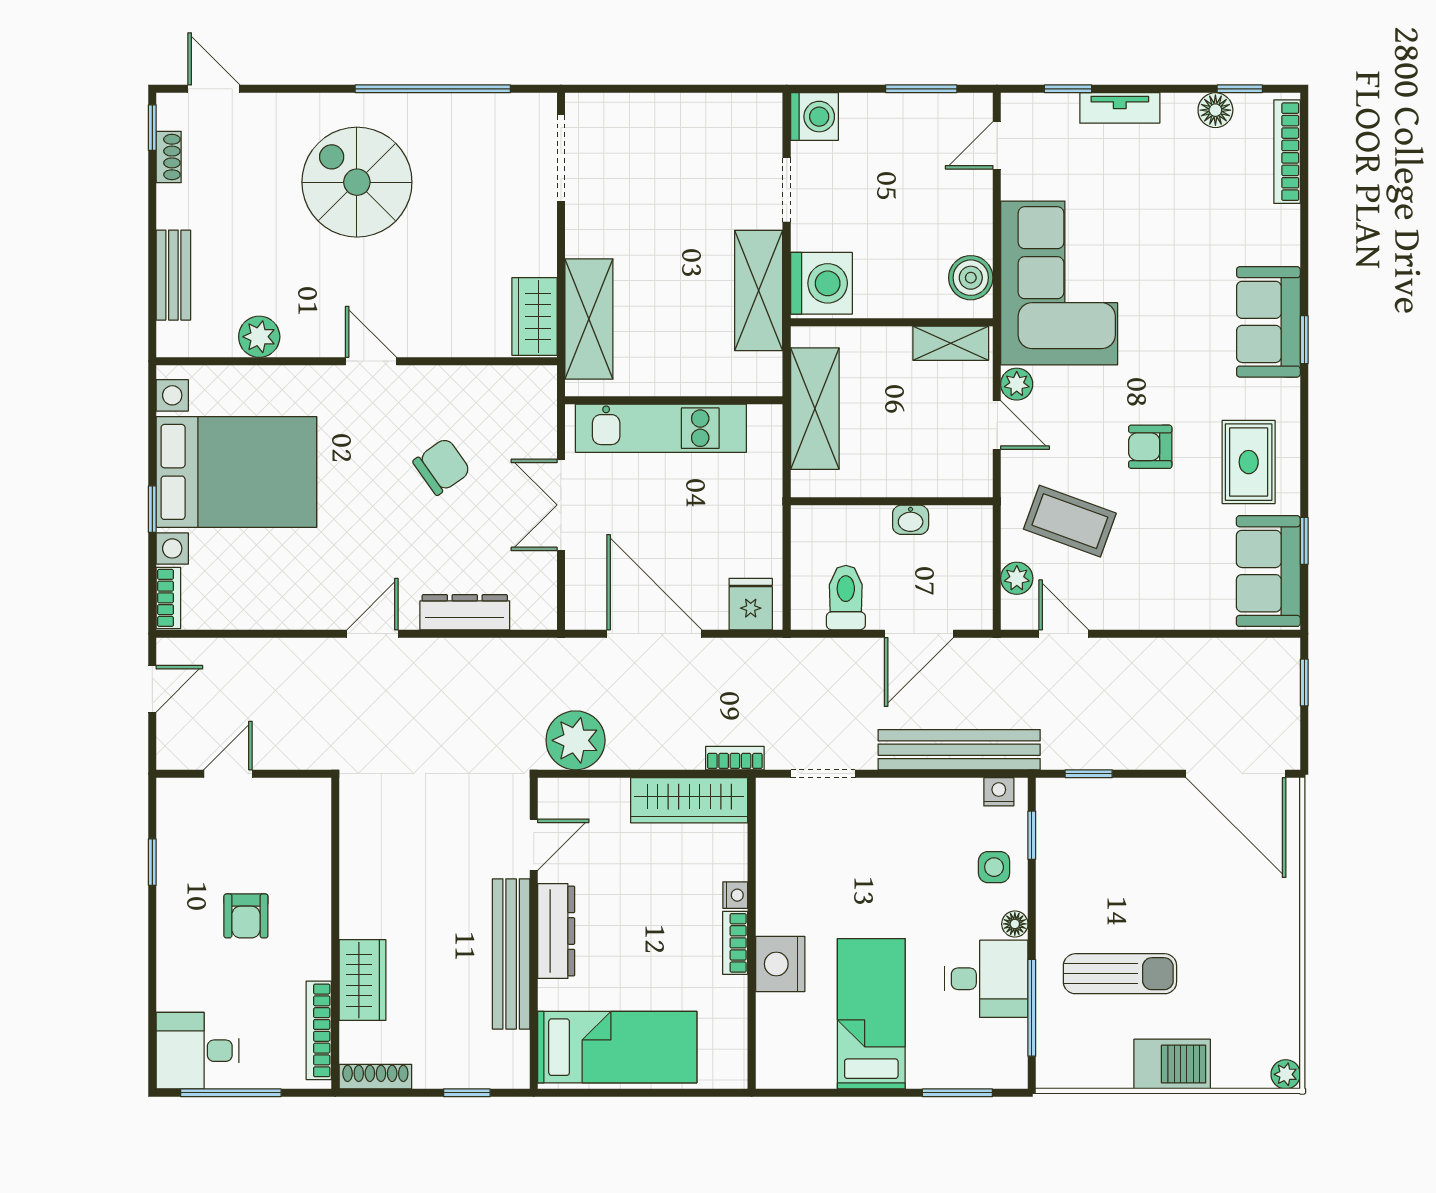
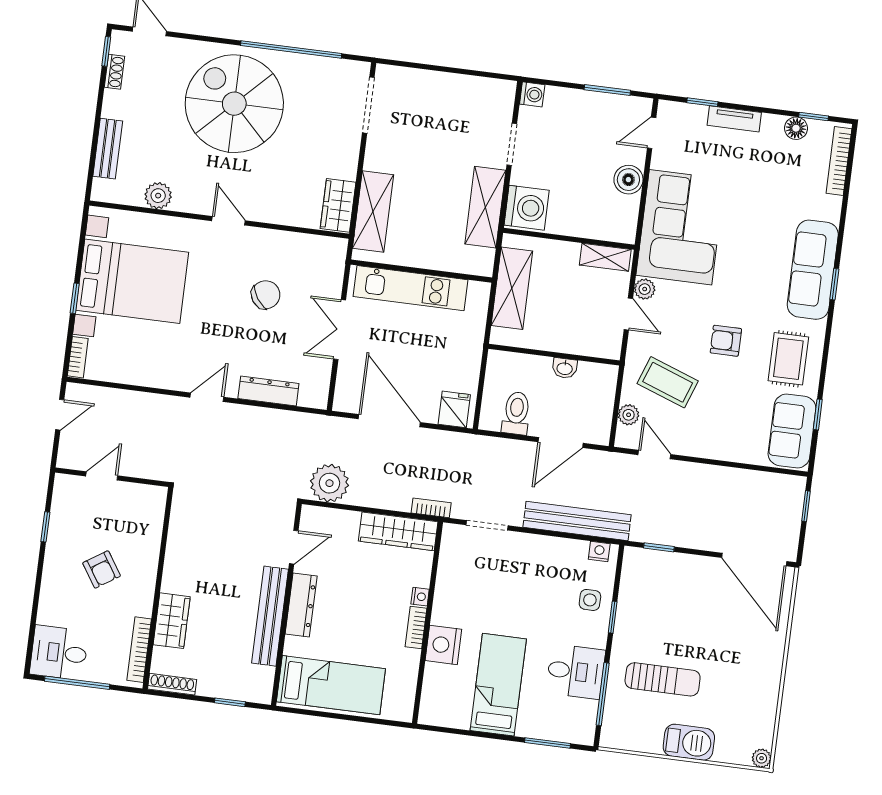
washing machine: (814, 117) -> (532, 94), width x0.73, depth x0.73
spiral stairs: (357, 182) -> (234, 104), width x1.37, depth x1.37
boiler: (971, 278) -> (628, 180), moved
sofa: (1268, 322) -> (813, 270), width x1.36
window: (1032, 835) -> (613, 617), moved
armchair: (246, 916) -> (102, 569), turned -33
floor lamp: (1015, 924) -> (599, 638), removed

